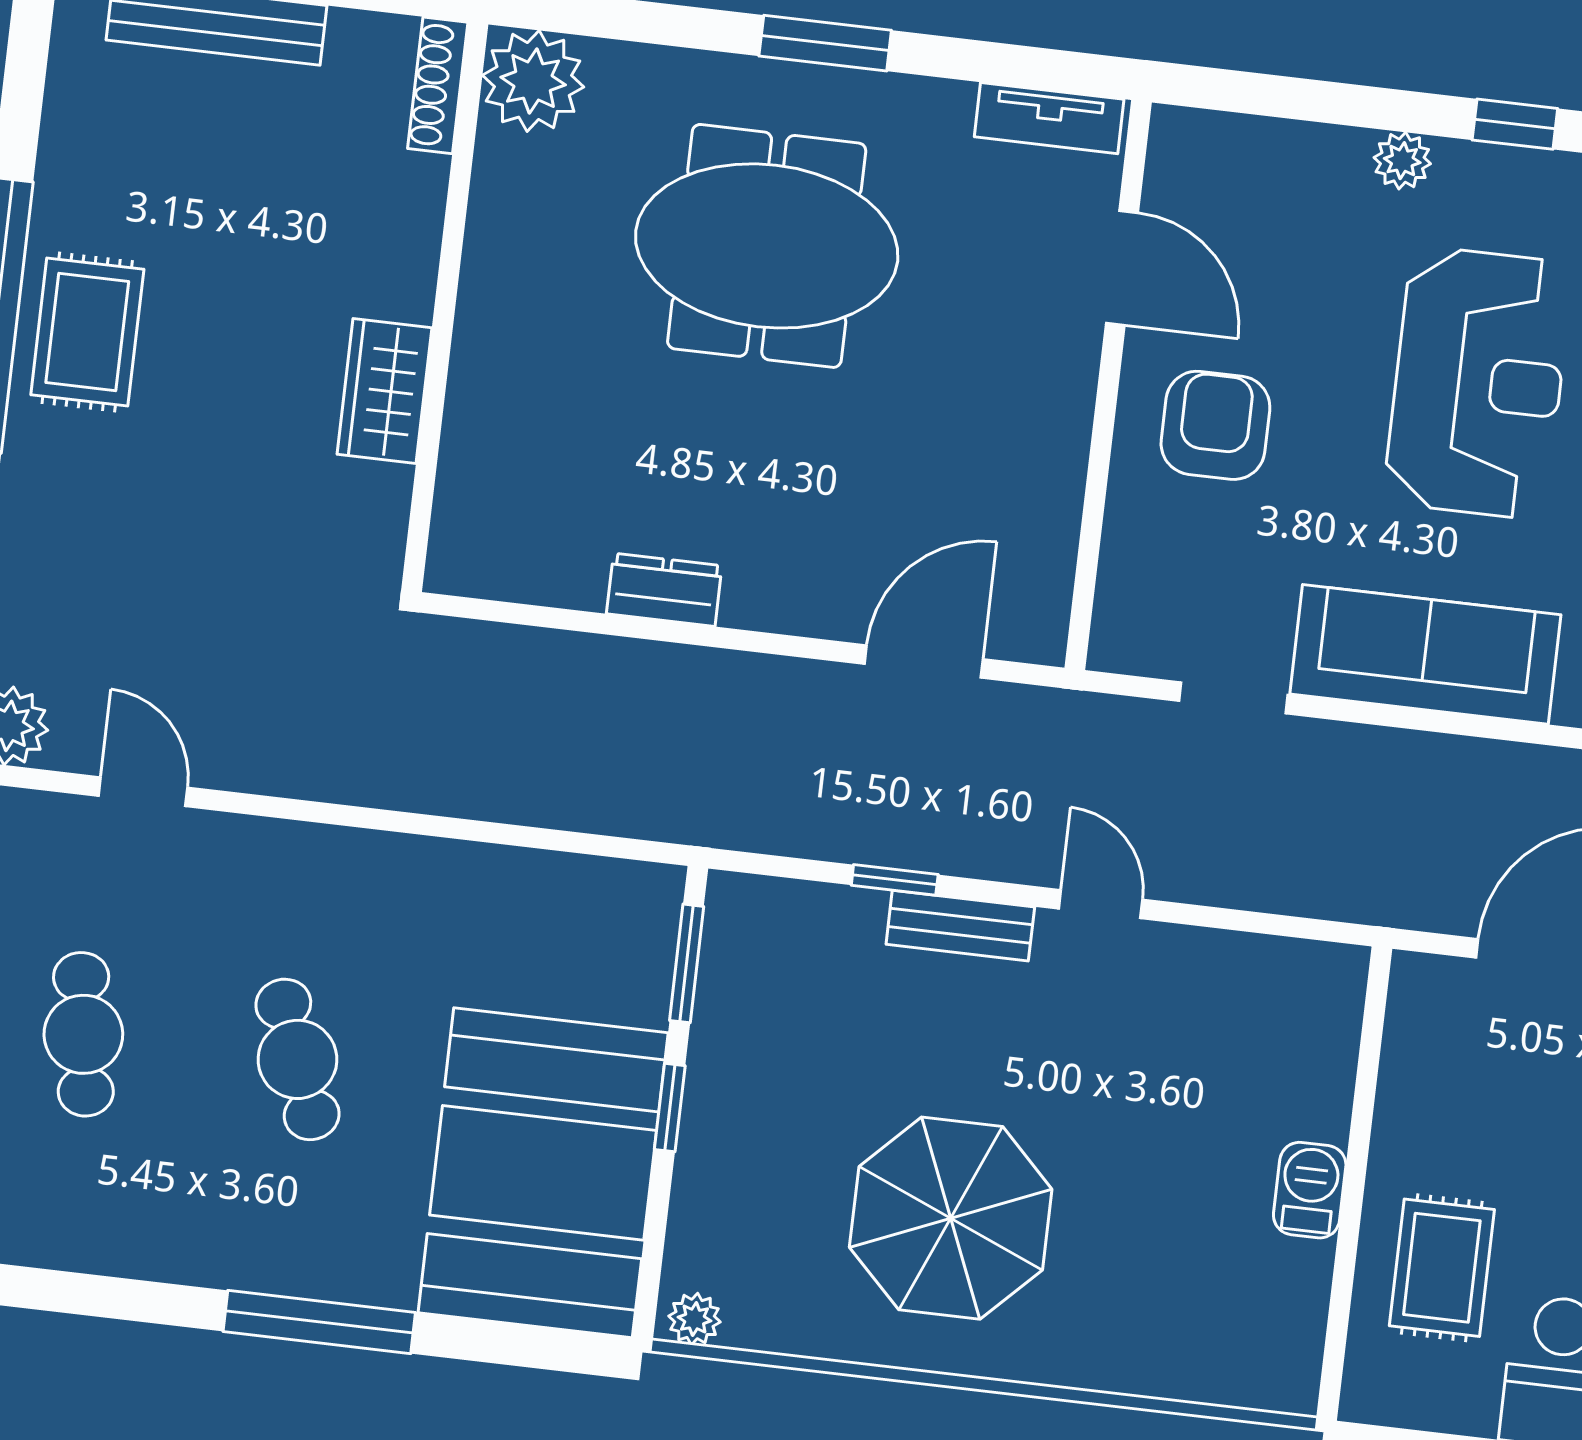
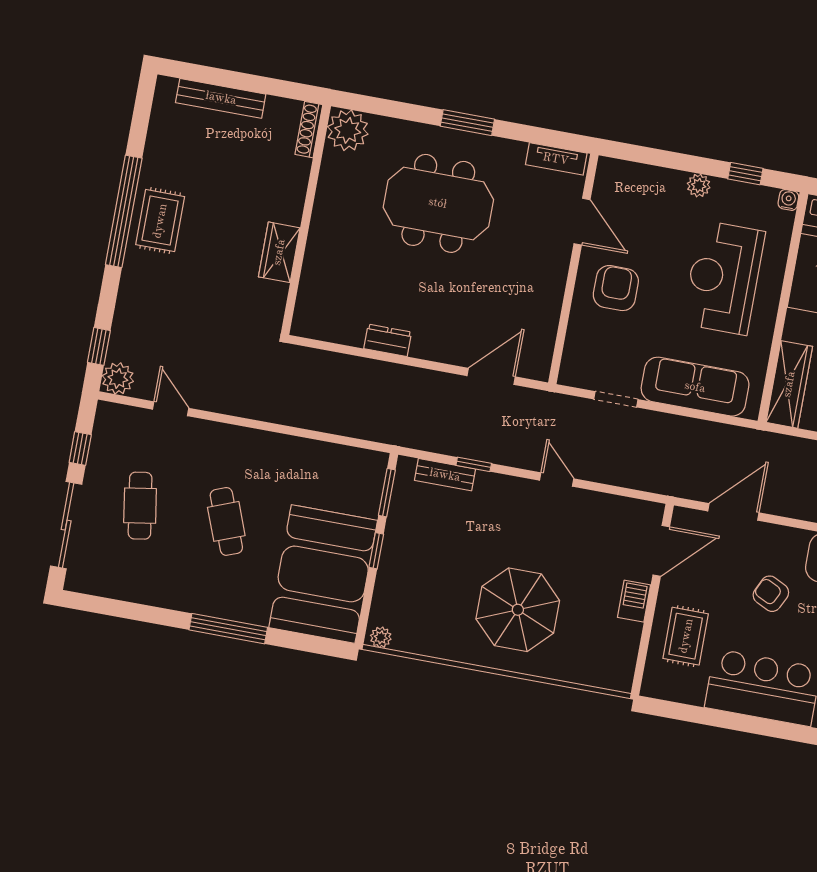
reception desk: (1478, 383) -> (724, 278), turned 180
bench: (960, 926) -> (445, 475), moved
door: (1368, 1063) -> (661, 551), added
parasol: (951, 1218) -> (518, 610), moved

